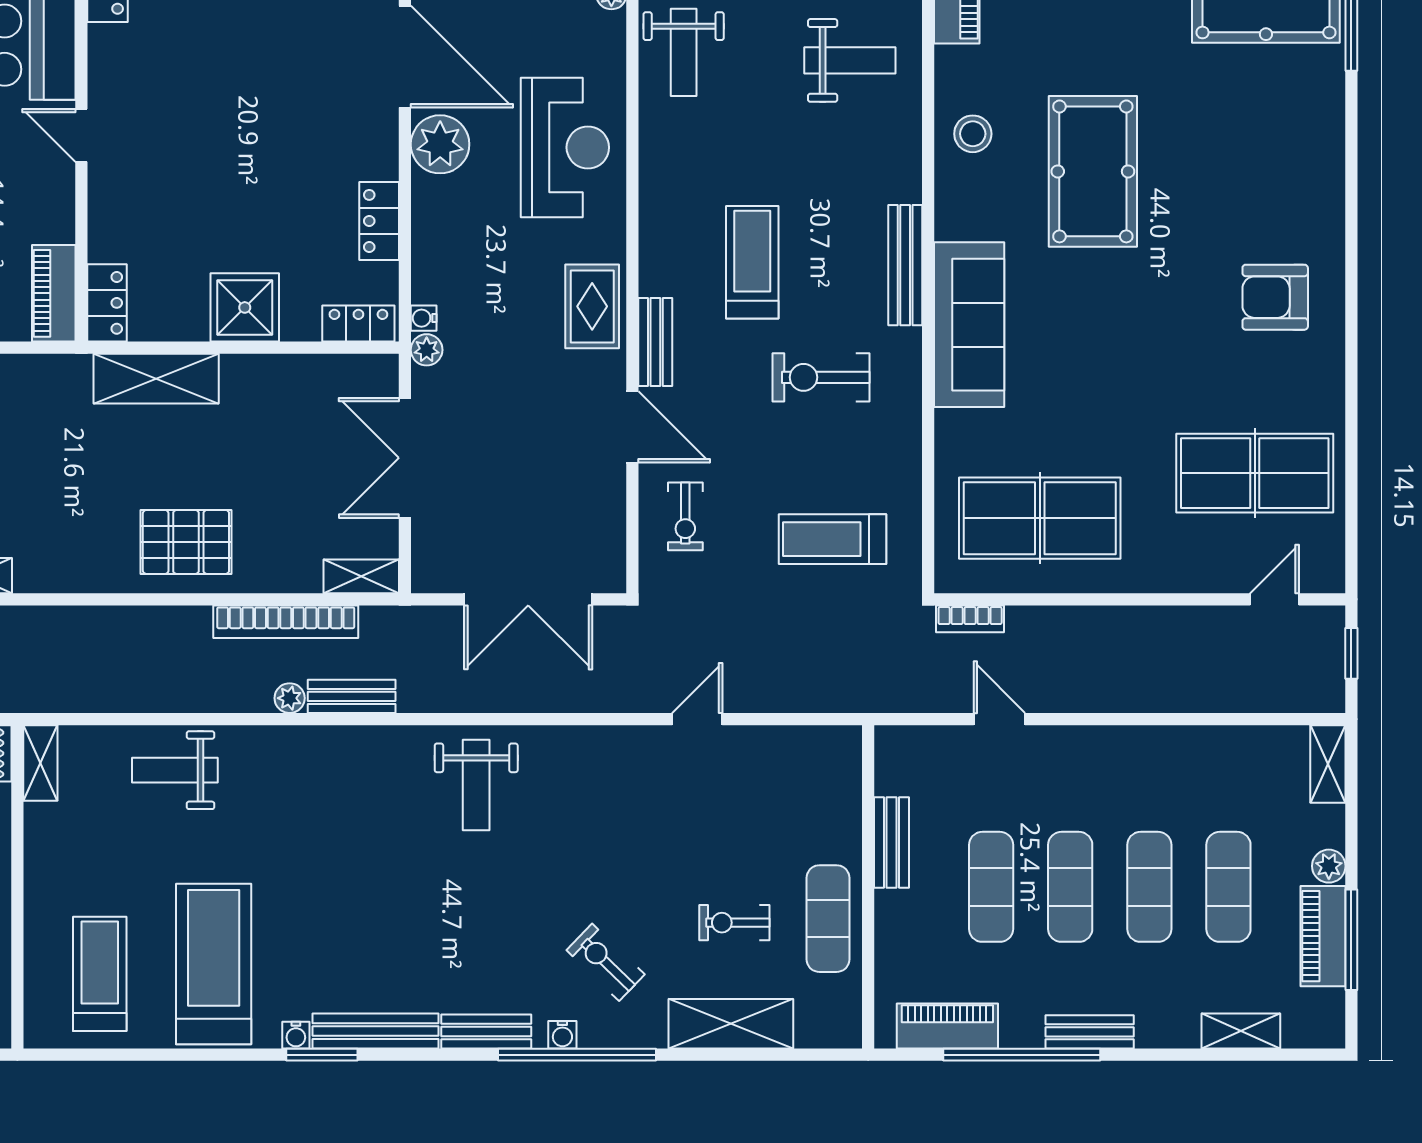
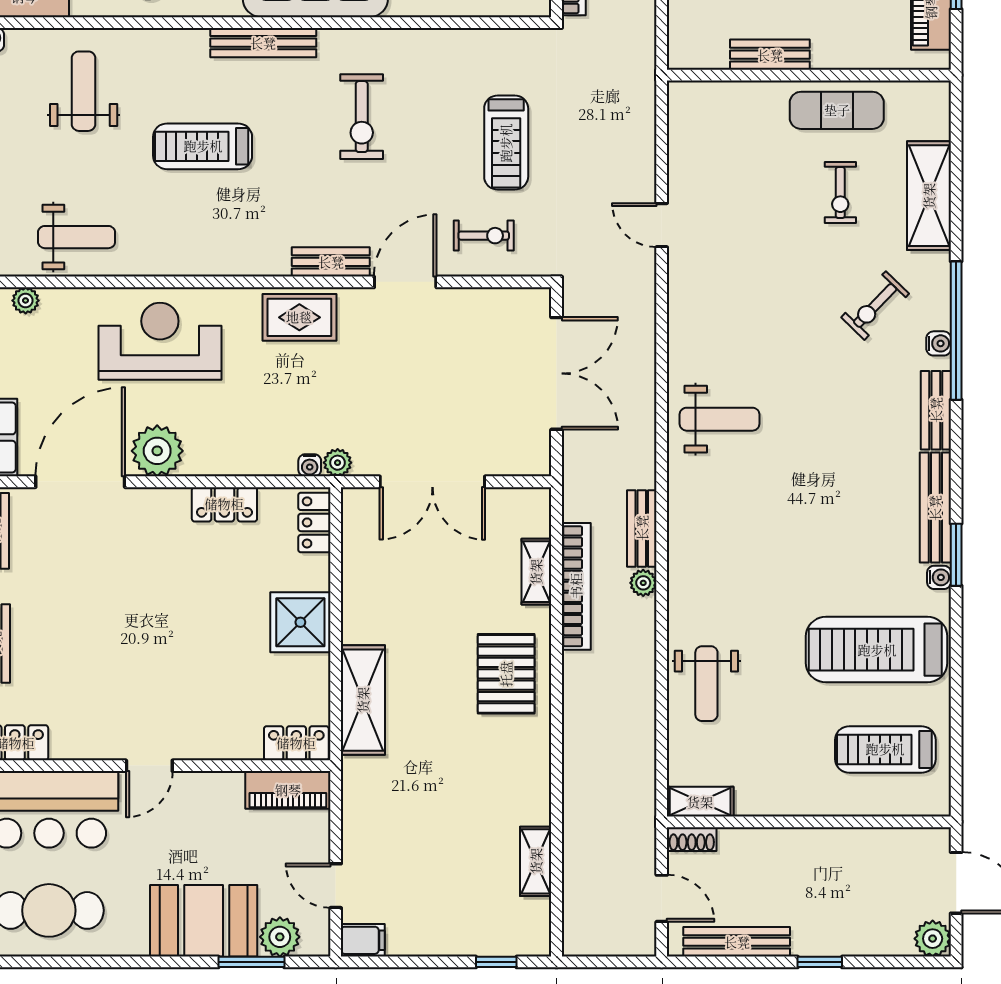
treadmill: (752, 262) -> (203, 146), moved
treadmill: (833, 539) -> (506, 143), moved
shelving: (361, 576) -> (536, 572), moved

